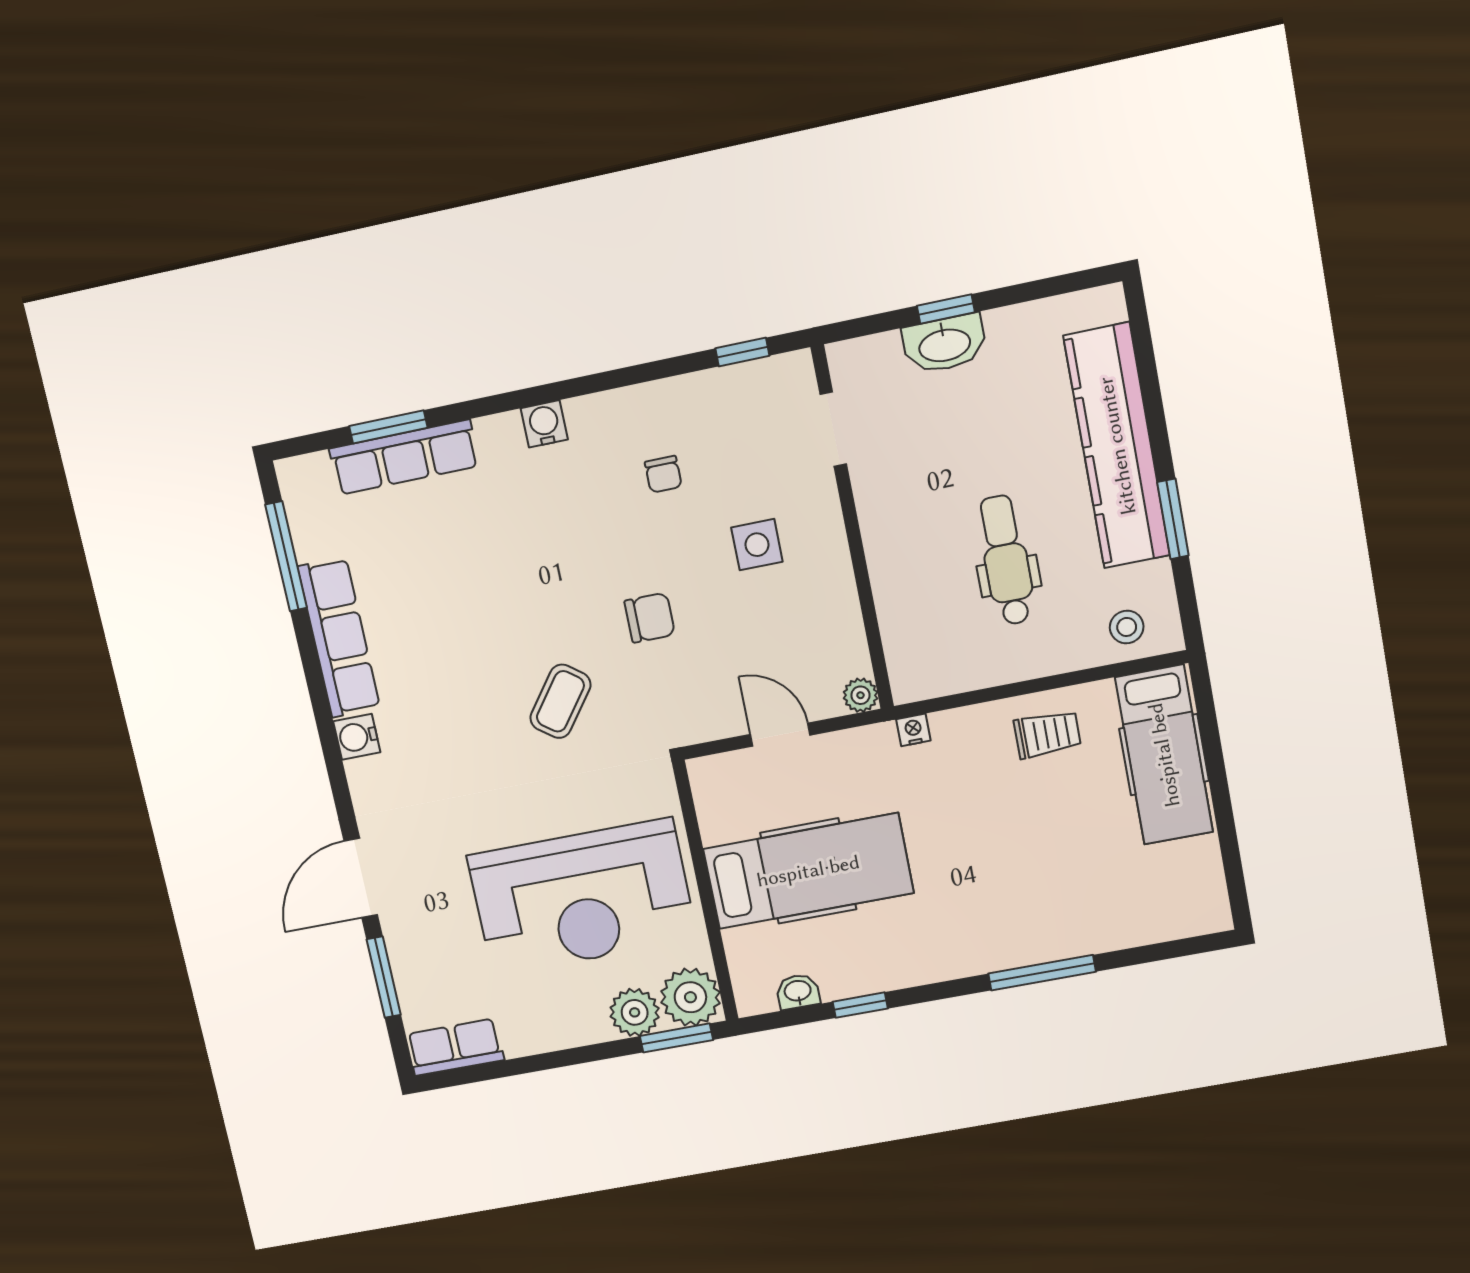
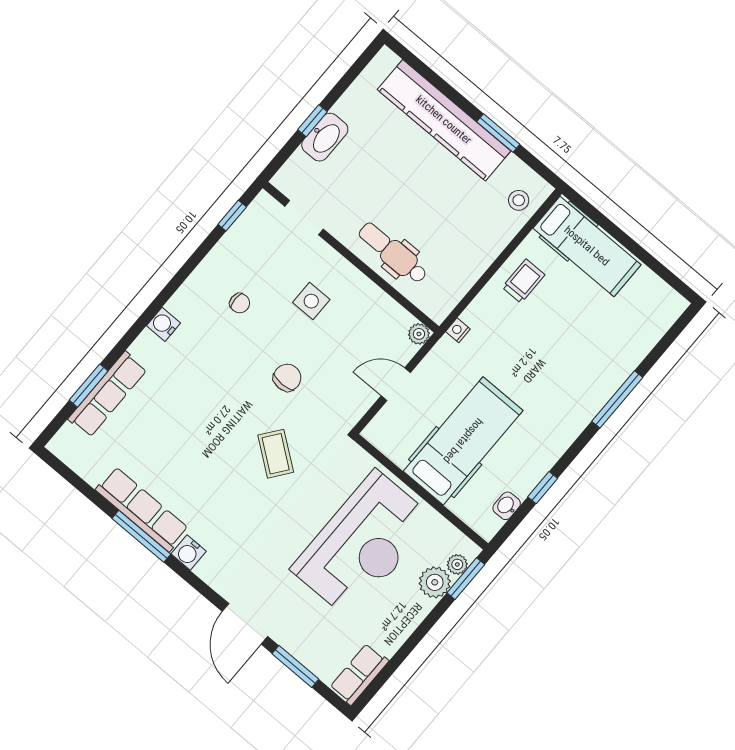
window: (286, 556) -> (141, 536), moved
dental chair: (1006, 560) -> (393, 253), moved
plant: (690, 997) -> (457, 564), width x0.53, depth x0.53

